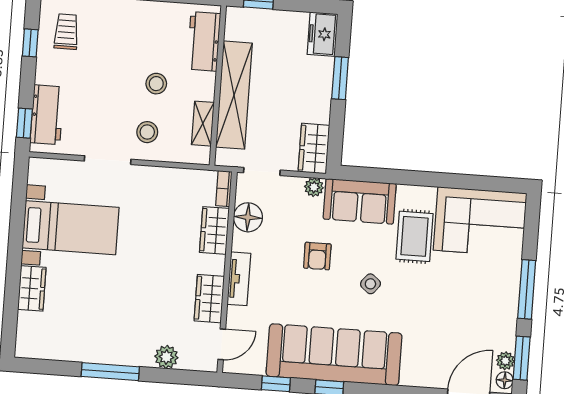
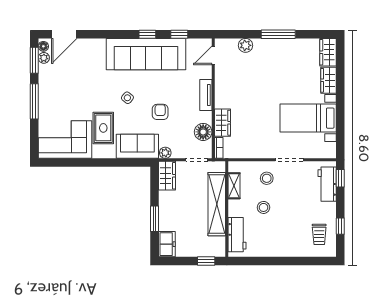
wardrobe: (209, 299) -> (328, 52), moved, turned 180

